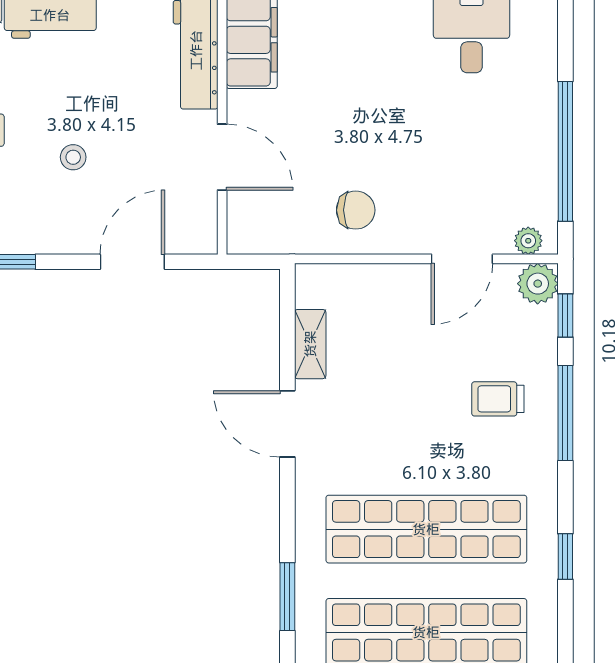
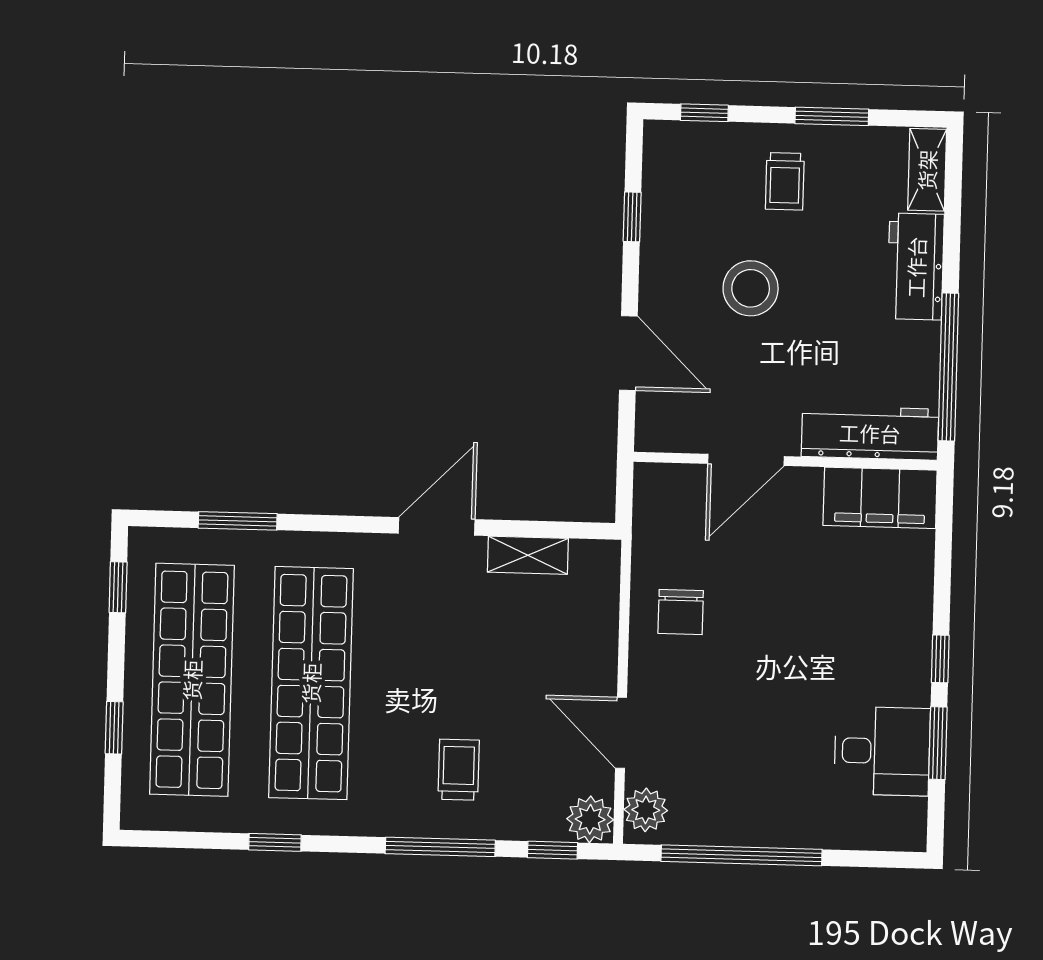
stool: (73, 157) -> (751, 288), width x1.89, depth x1.89
plant: (528, 241) -> (646, 810), width x1.38, depth x1.38

